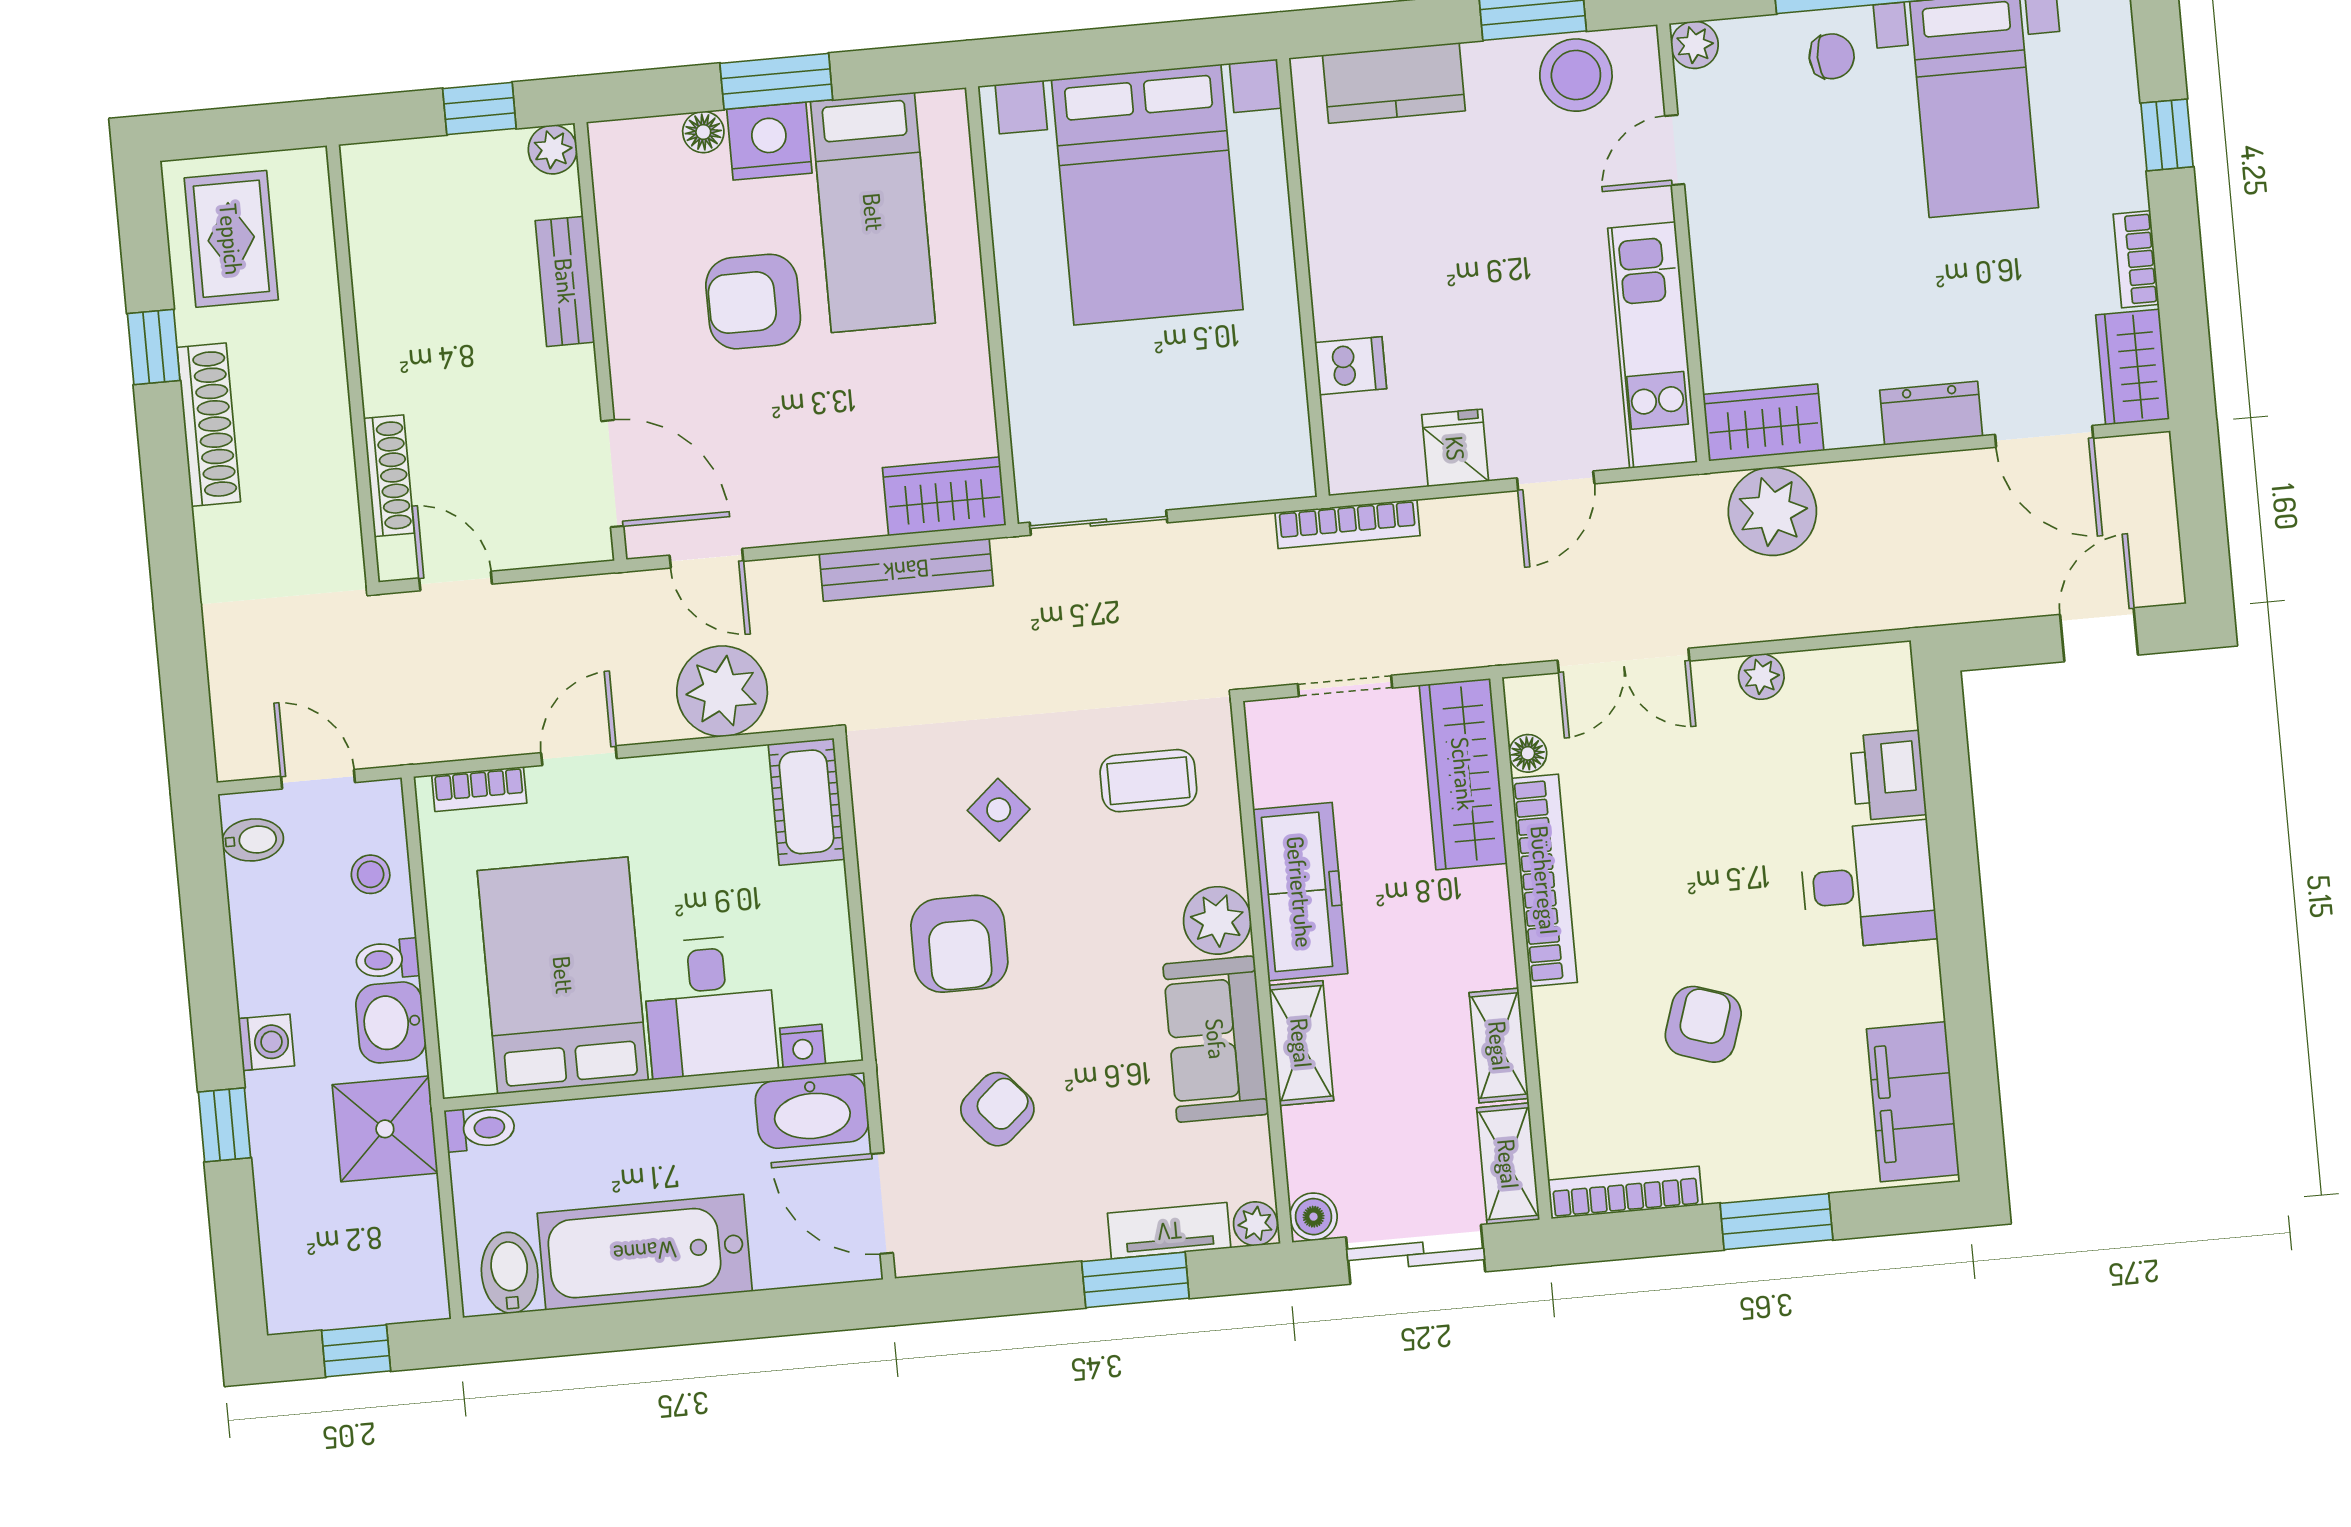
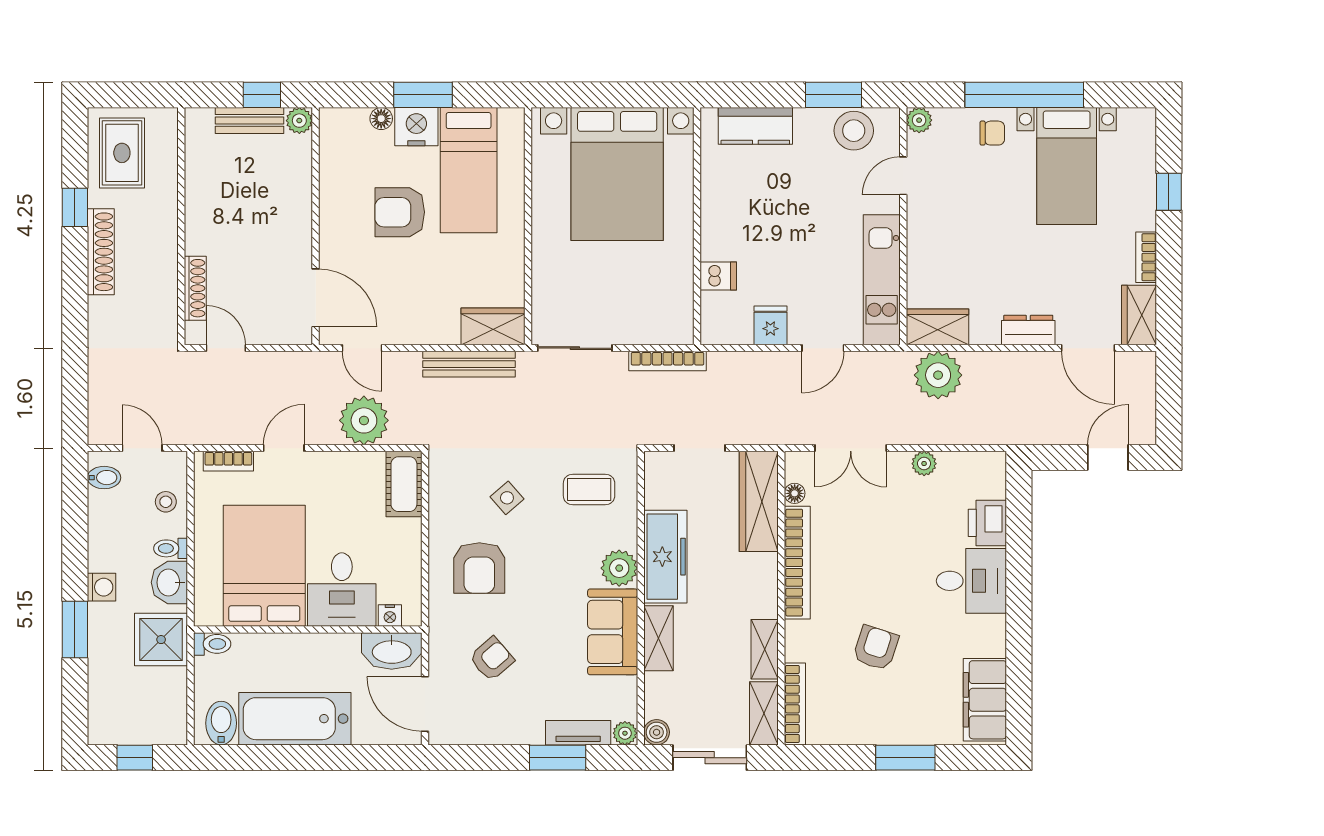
bench: (565, 281) -> (249, 120), moved, turned 90
bookcase: (1348, 524) -> (668, 361), moved
window: (225, 1125) -> (75, 629), width x1.50
bookcase: (1625, 1193) -> (795, 704), moved, turned 90

